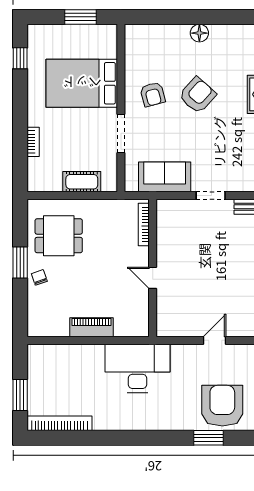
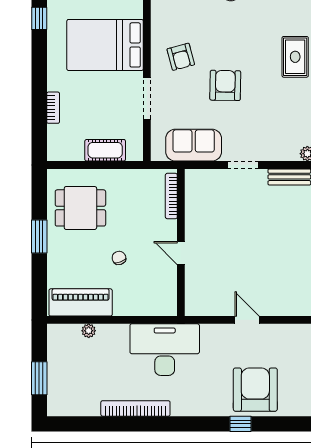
armchair: (197, 95) -> (225, 85), moved, turned -41
chair: (39, 277) -> (119, 258), moved
piano: (92, 327) -> (81, 302), moved, width x1.37, depth x1.33
door: (215, 340) -> (247, 320), hinge flipped
plant: (66, 351) -> (89, 331), added
bookcase: (60, 423) -> (135, 408), moved
window: (208, 438) -> (241, 424), width x0.67

